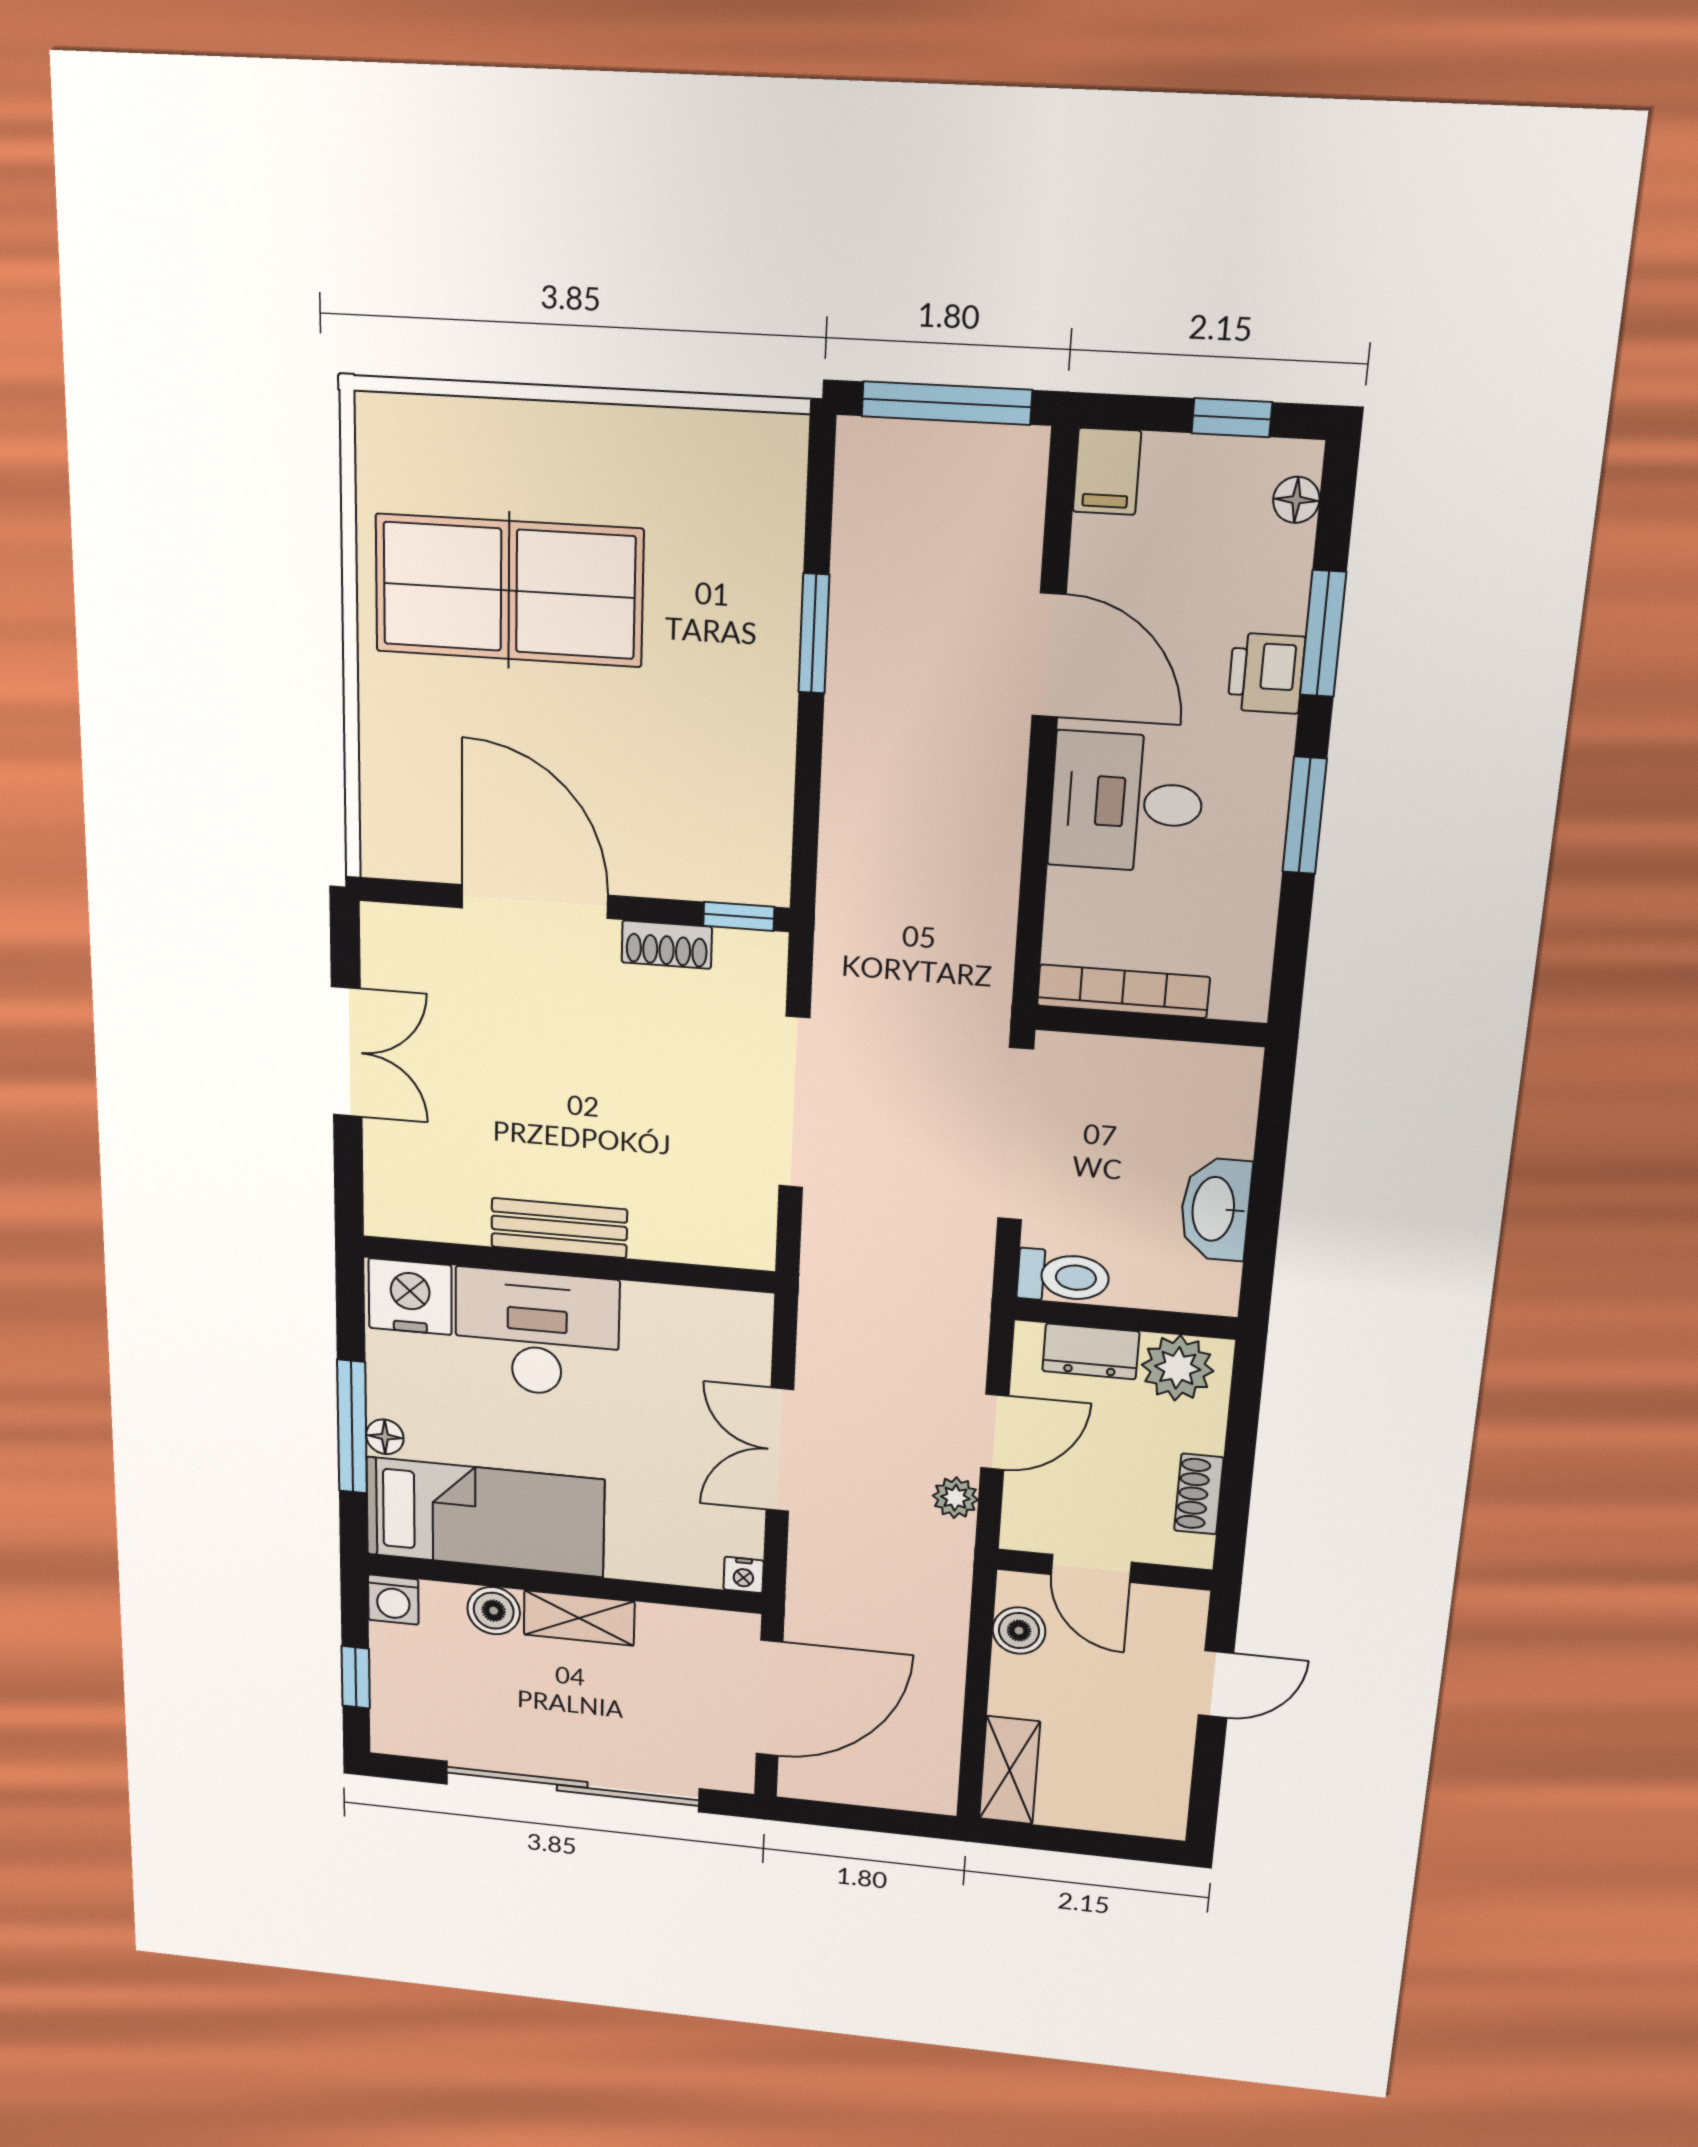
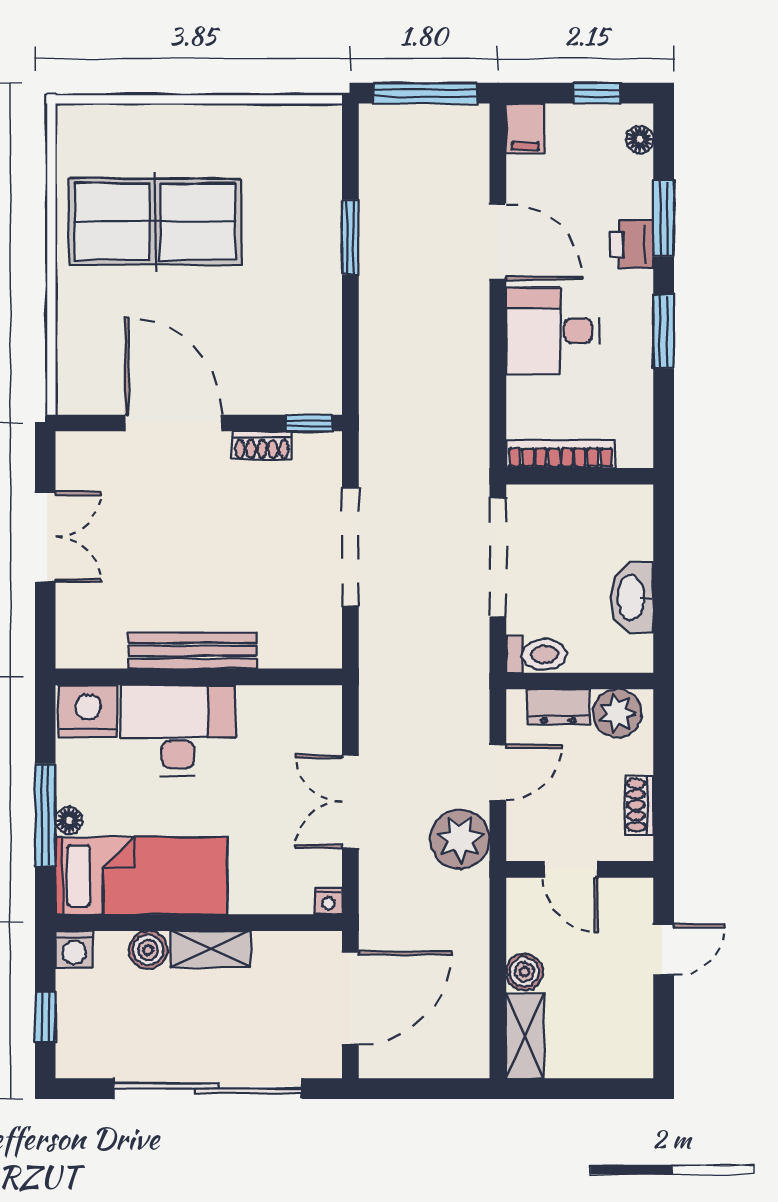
bench: (559, 1228) -> (193, 651), width x1.36
plant: (955, 1498) -> (460, 839), width x1.88, depth x1.88
boiler: (1019, 1631) -> (524, 972), moved

